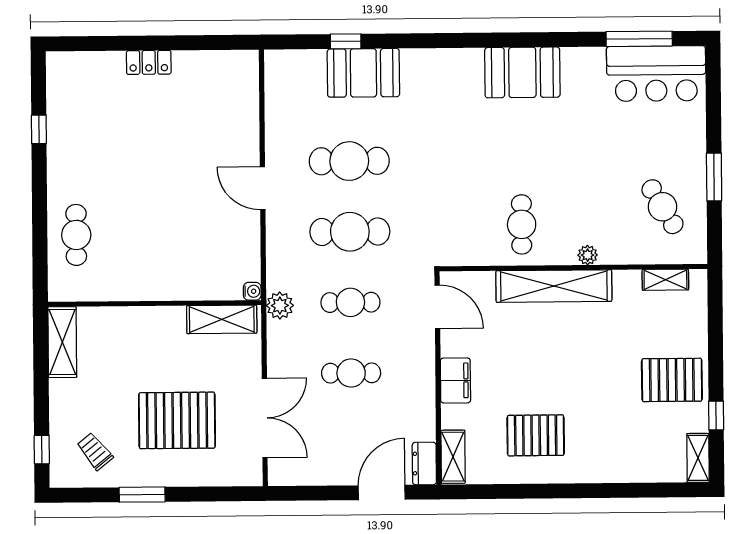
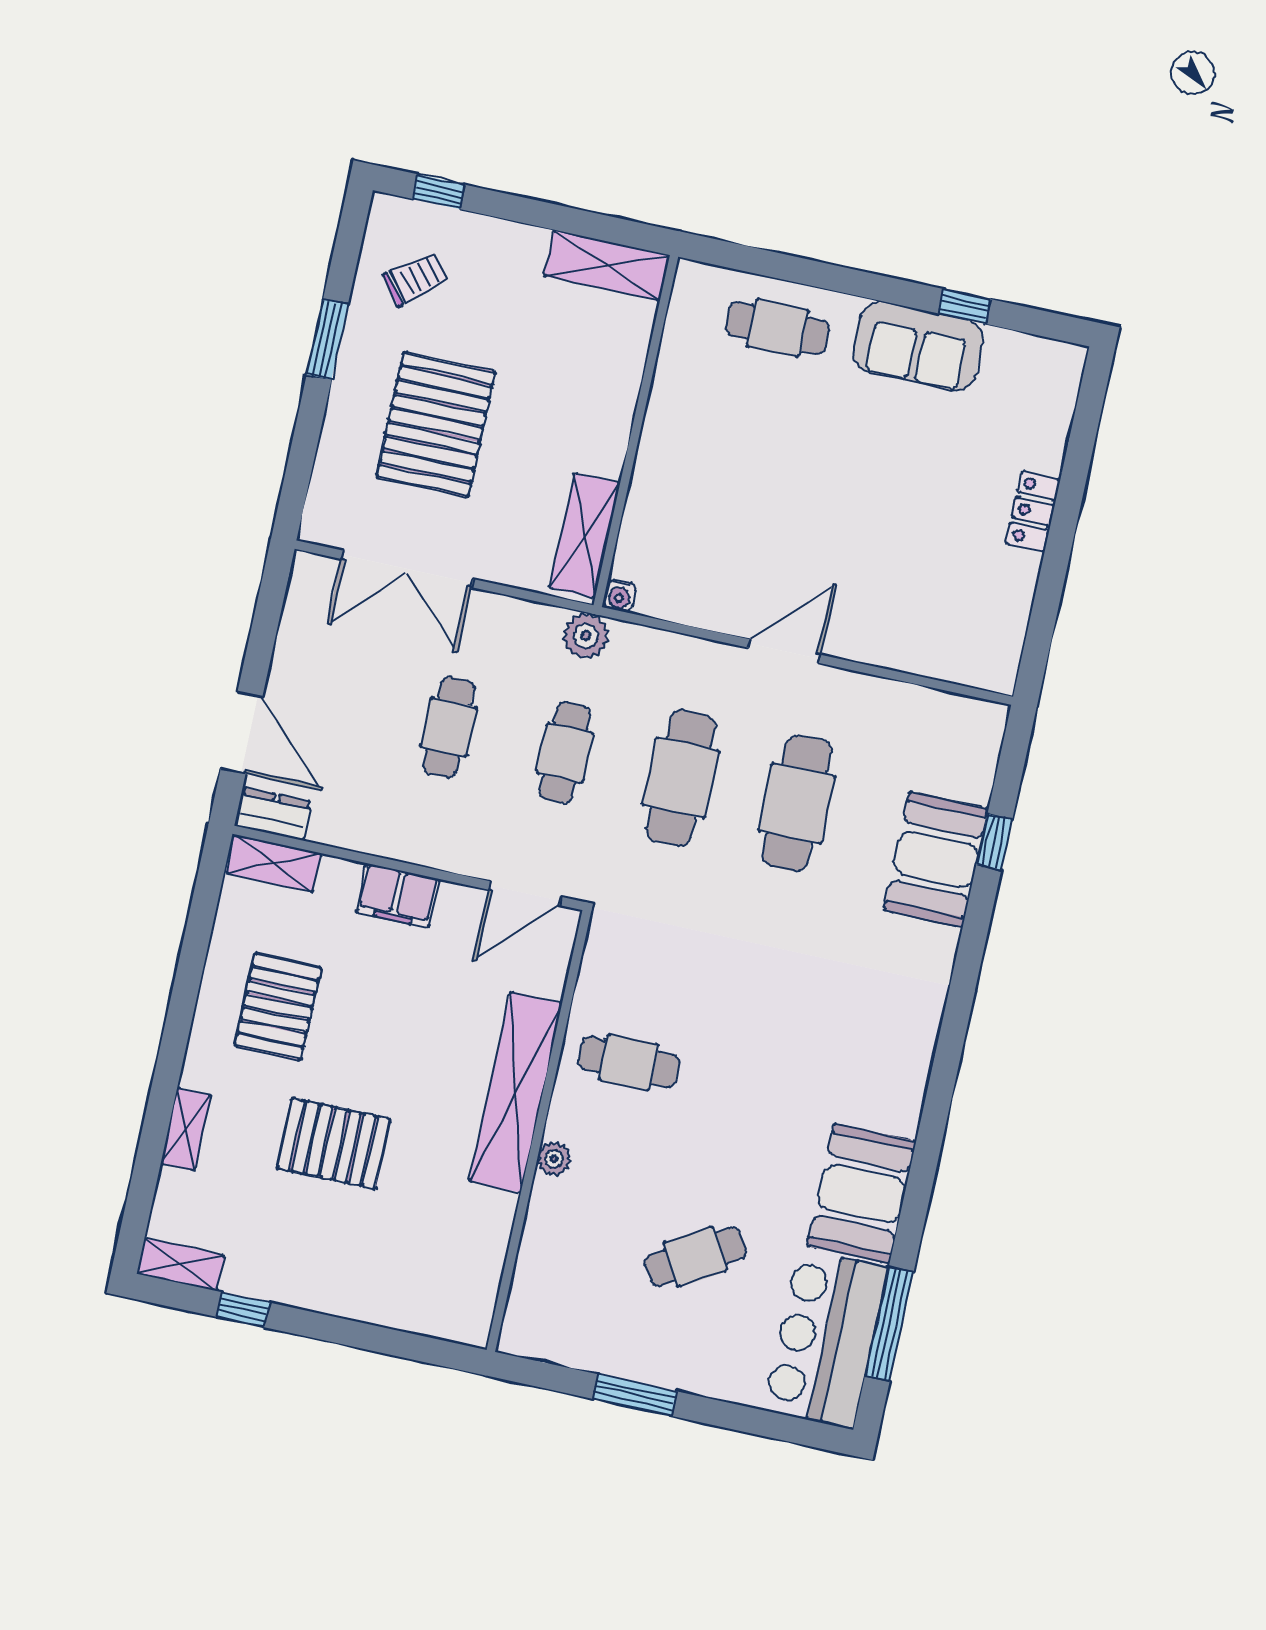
booth: (522, 72) -> (862, 1194), moved
sofa: (68, 151) -> (918, 346), added
cafe table: (662, 207) -> (695, 1257), moved
shelving: (665, 280) -> (186, 1129), moved
pallet: (672, 380) -> (334, 1144), moved, turned 90

